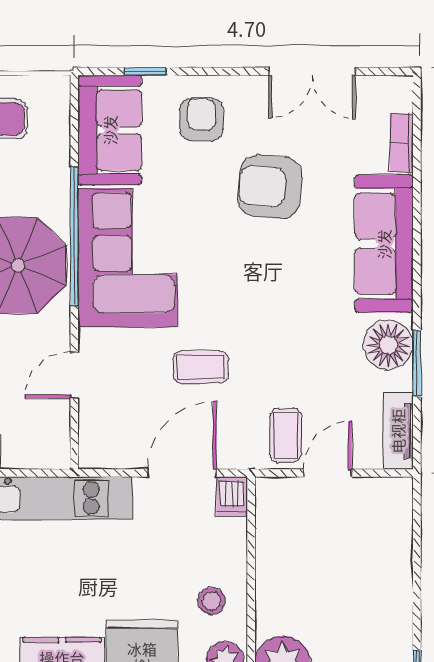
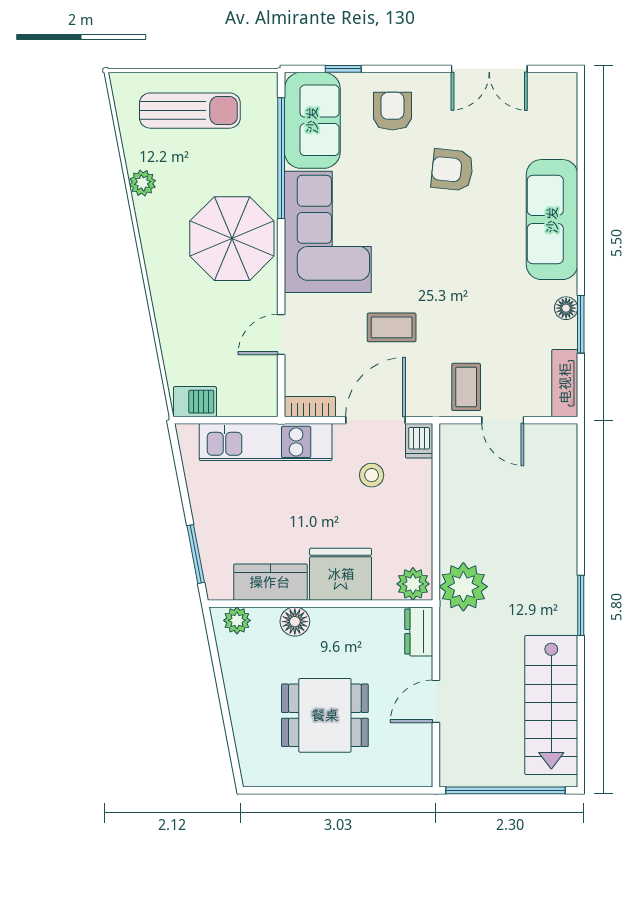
bookcase: (402, 143) -> (310, 407), moved, turned 90
armchair: (270, 187) -> (452, 170), width x0.72, depth x0.72
window: (74, 236) -> (281, 158), moved
floor lamp: (388, 345) -> (566, 308), width x0.53, depth x0.53
door: (327, 473) -> (503, 420), swing flipped
stool: (212, 601) -> (372, 475), moved

